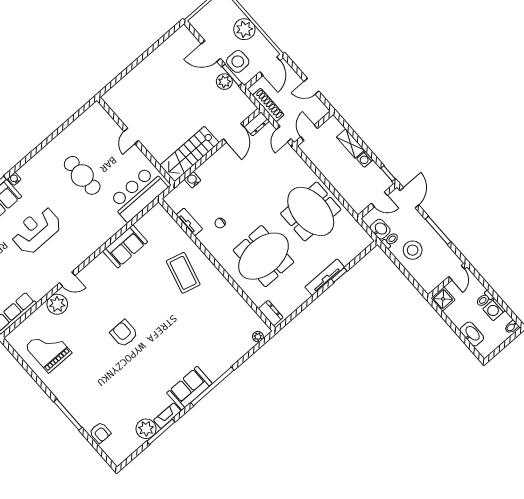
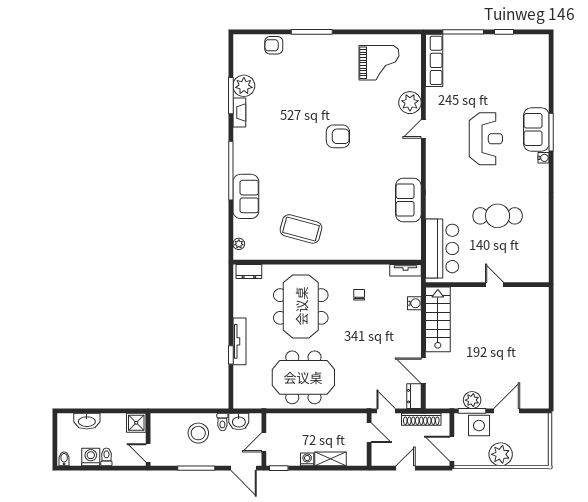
tv unit: (189, 222) -> (406, 270), moved
coffee table: (183, 273) -> (301, 229), moved
sofa: (189, 388) -> (246, 196), moved

